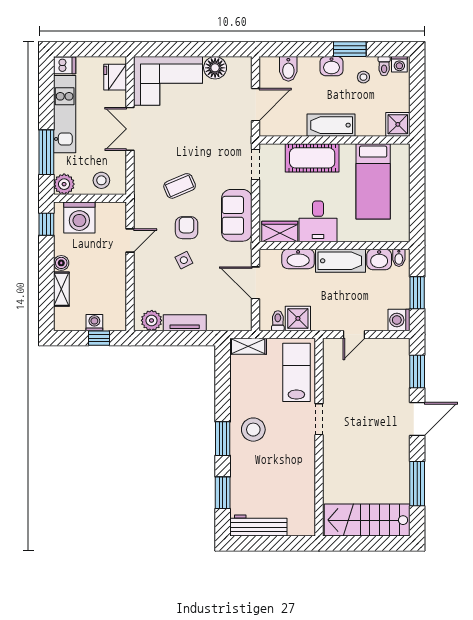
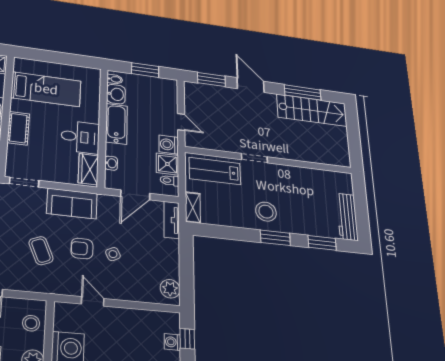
cot: (312, 158) -> (18, 128), width x0.73, depth x0.75
washbasin: (298, 259) -> (111, 163), width x0.52, depth x0.69
washing machine: (399, 320) -> (169, 145), moved, turned 90
tv unit: (185, 323) -> (172, 220), moved
stairs: (367, 520) -> (312, 110), moved, turned -90

